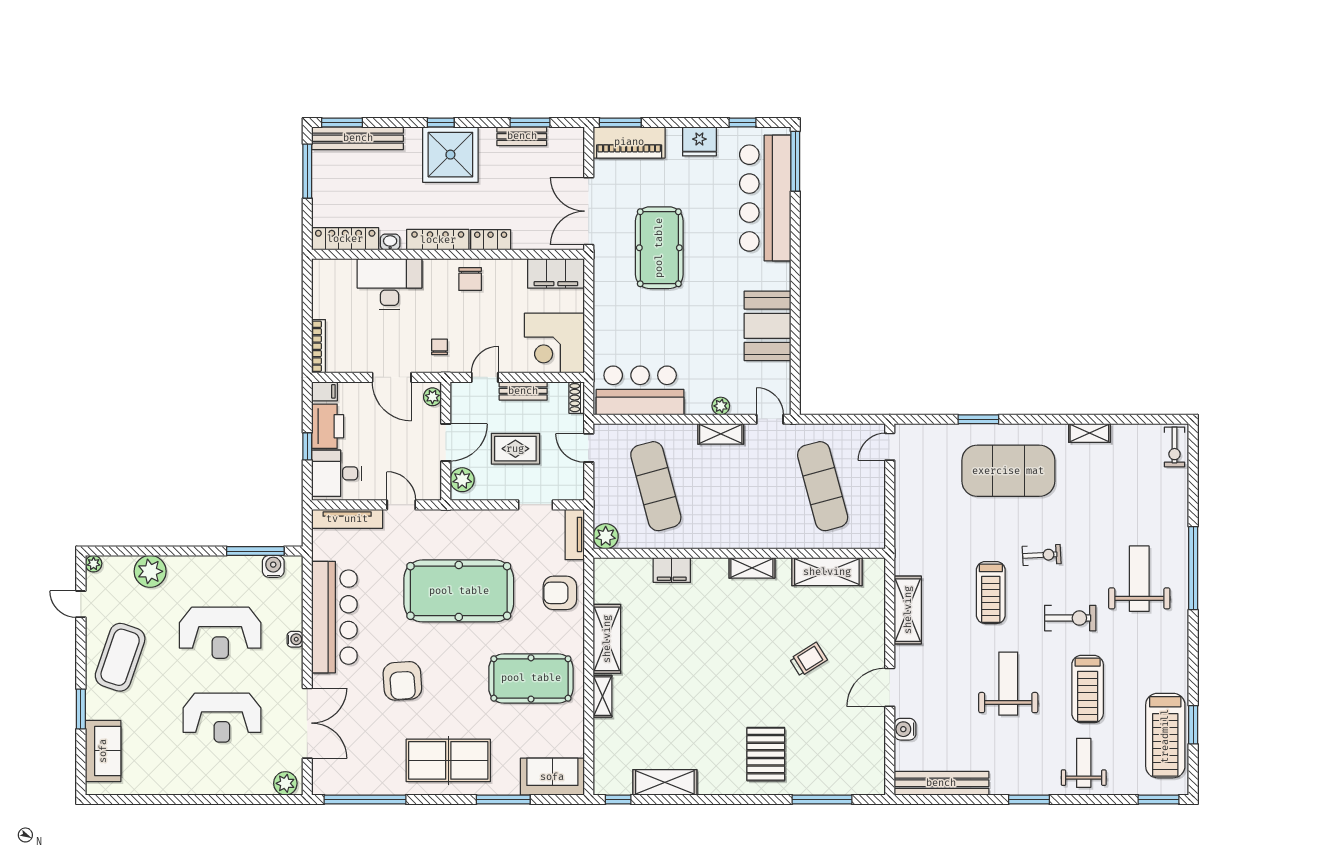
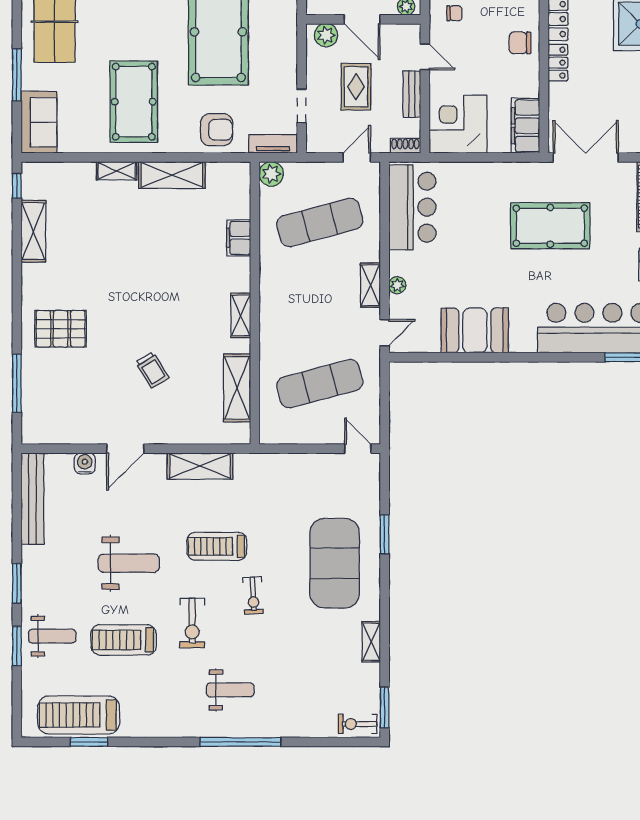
window: (1157, 419) -> (385, 707), added
weight bench: (1139, 579) -> (230, 690), width x0.73, depth x0.75
armchair: (560, 593) -> (217, 130), turned 90
door: (890, 687) -> (125, 449), swing flipped
window: (1159, 799) -> (17, 646), moved

